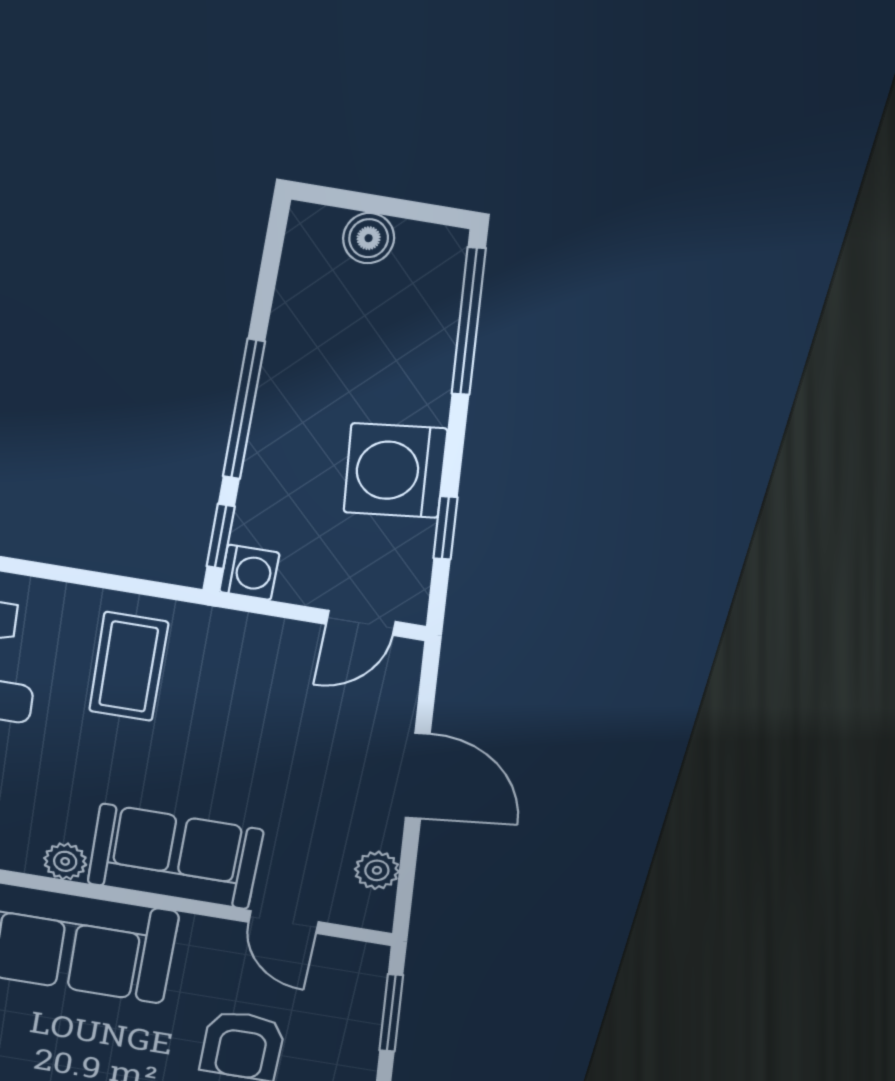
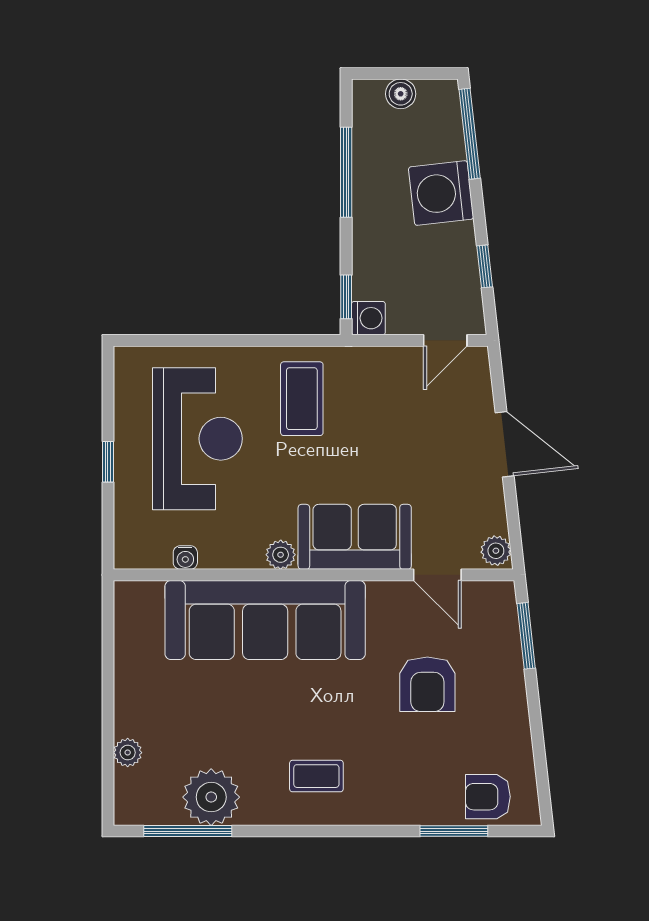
window: (244, 410) -> (346, 172), moved
washing machine: (395, 471) -> (441, 193), moved
plant: (377, 870) -> (496, 551), moved

